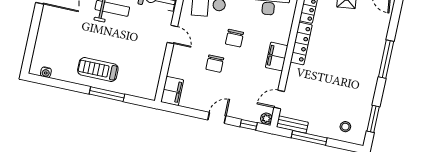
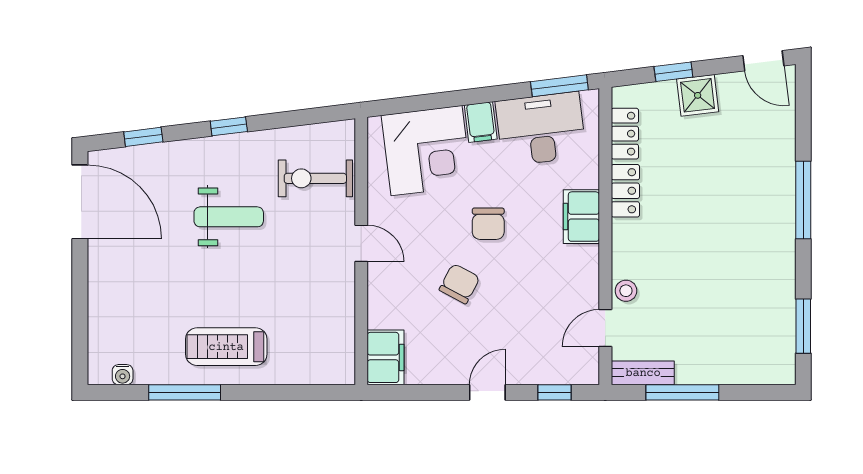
locker: (301, 44) -> (625, 191), width x0.66
filing cabinet: (277, 57) -> (581, 217), moved
chair: (215, 64) -> (459, 284), turned -152
window: (107, 94) -> (185, 392), moved
plant: (266, 119) -> (588, 372), removed
stool: (345, 127) -> (626, 291), moved

